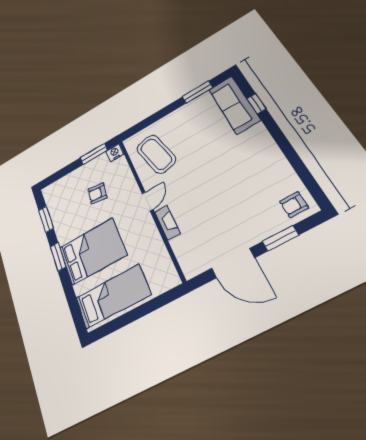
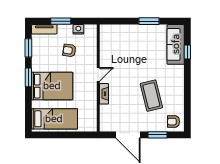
window: (197, 92) -> (149, 21), moved
nightstand: (115, 153) -> (78, 29), moved
window: (94, 154) -> (61, 21), moved
coffee table: (156, 154) -> (151, 96), moved
tv unit: (58, 187) -> (44, 29), added

